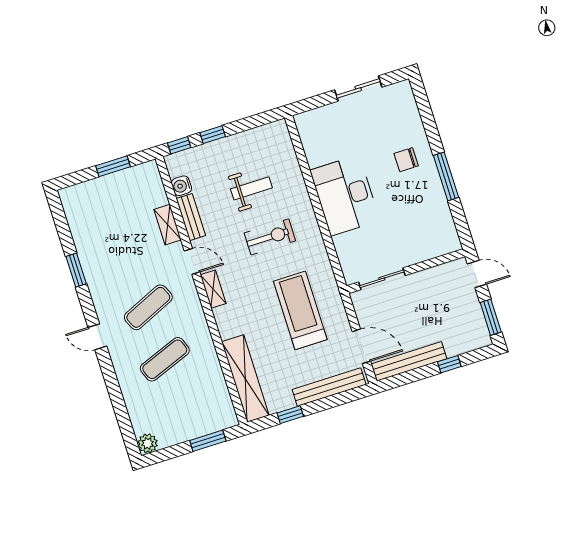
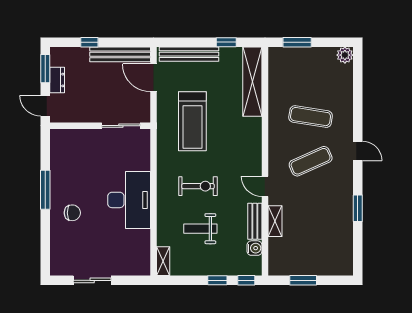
exercise bike: (270, 237) -> (198, 186), turned 180
shelving: (213, 289) -> (163, 261), moved
dresser: (473, 308) -> (57, 80), added
exercise mat: (165, 359) -> (311, 117), turned 30

